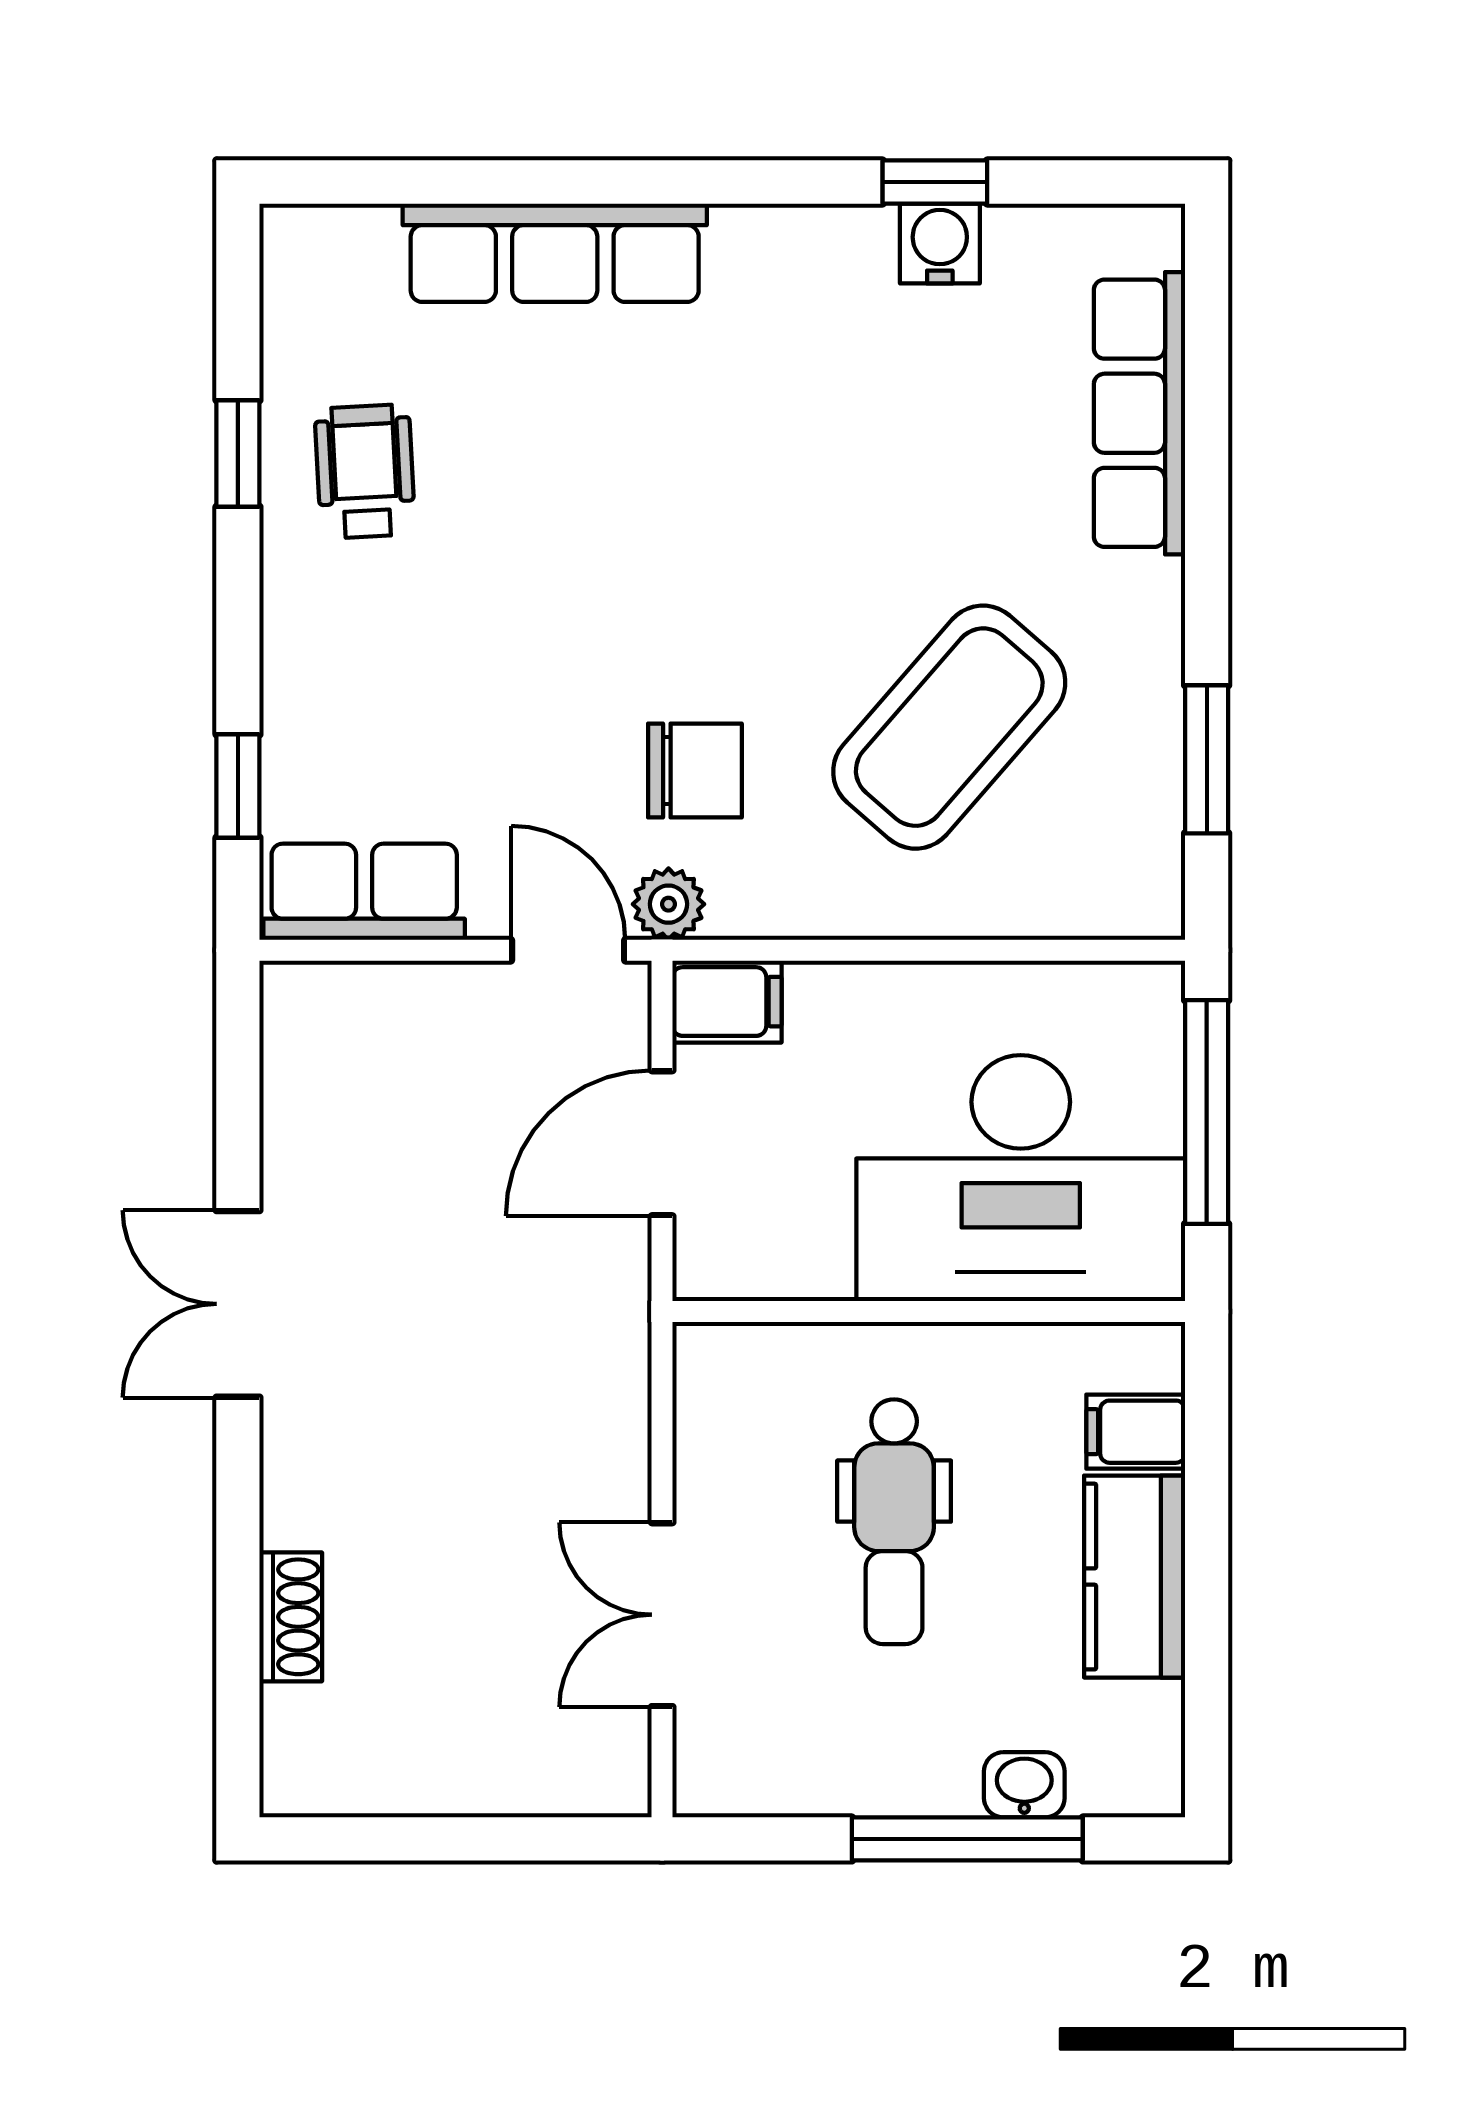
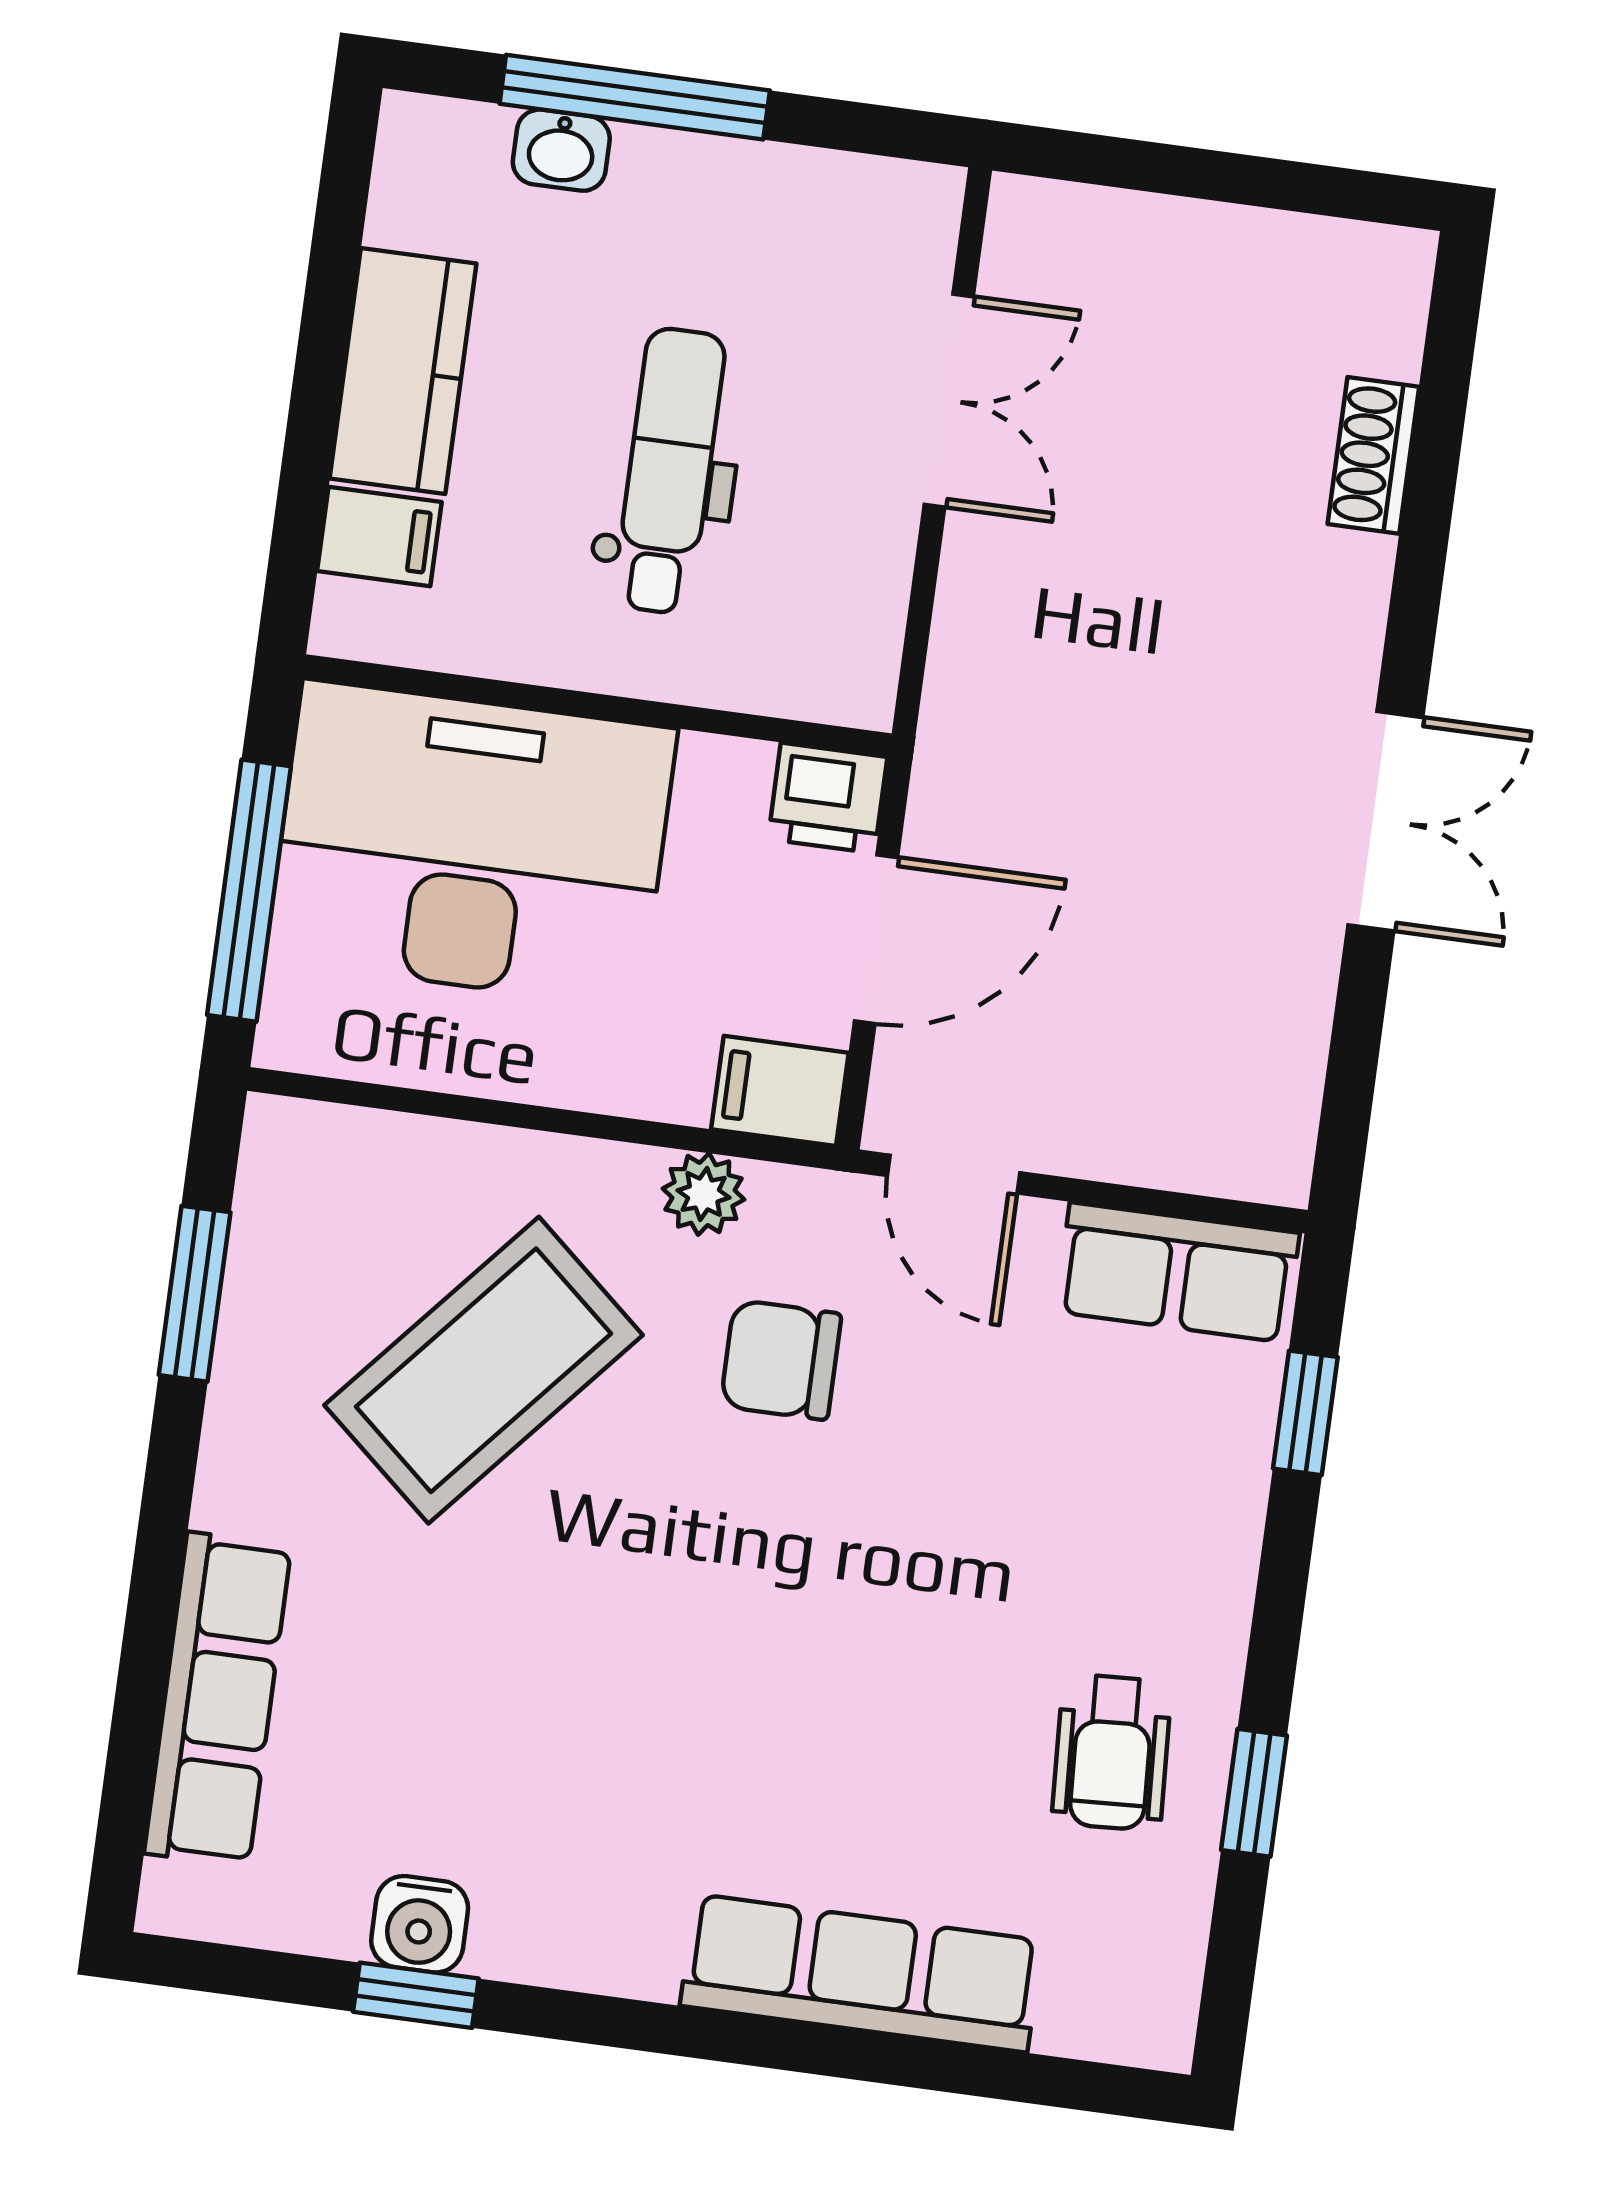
plant: (668, 904) -> (704, 1194), moved
printer: (720, 1259) -> (828, 798), added

